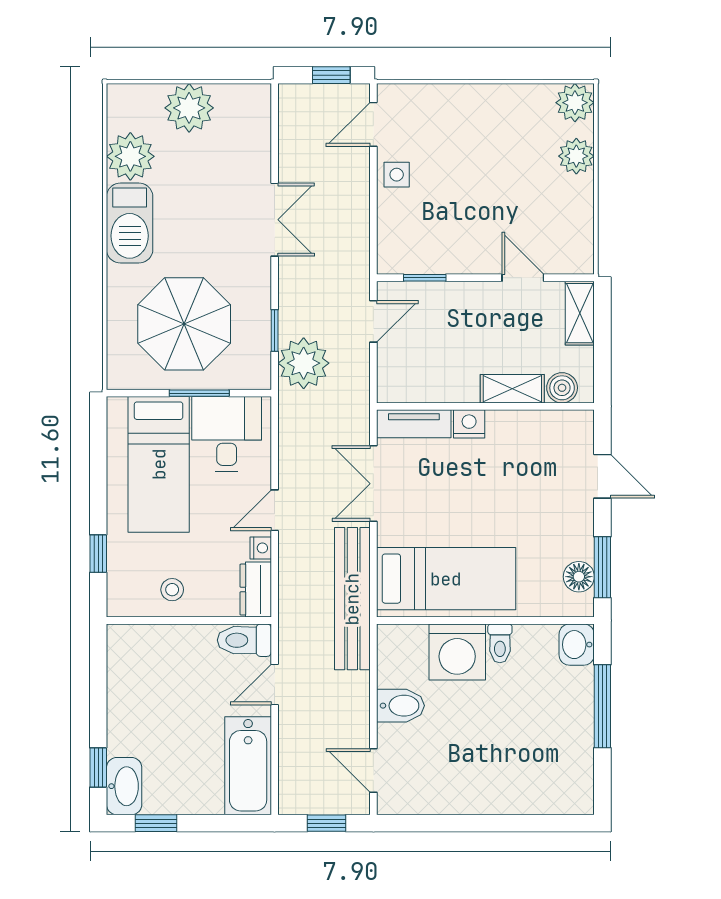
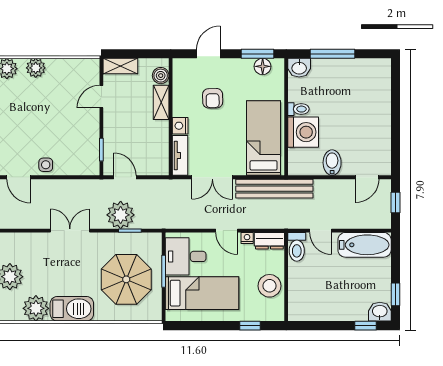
plant: (304, 363) -> (121, 215), moved
armchair: (520, 484) -> (213, 98), added
stool: (172, 590) -> (270, 286), width x1.89, depth x1.89
washbasin: (124, 786) -> (380, 312), width x0.72

